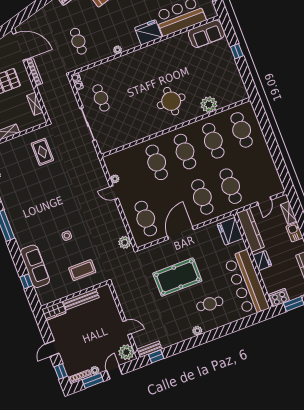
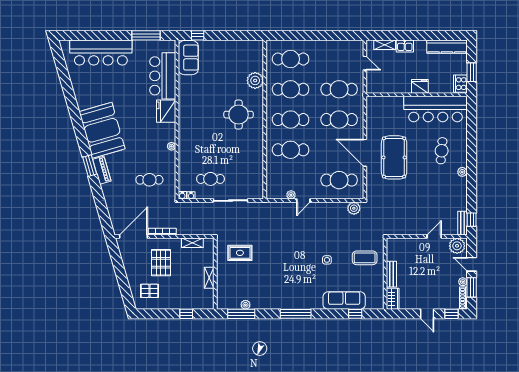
window: (237, 51) -> (198, 35), moved
kitchen counter: (250, 230) -> (387, 86), removed
fridge: (230, 231) -> (381, 106), removed
coffee table: (82, 270) -> (365, 258), turned 90
pool table: (177, 277) -> (394, 157), moved
bench: (81, 299) -> (391, 274), width x0.73

